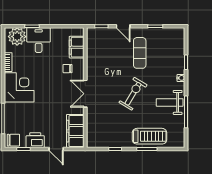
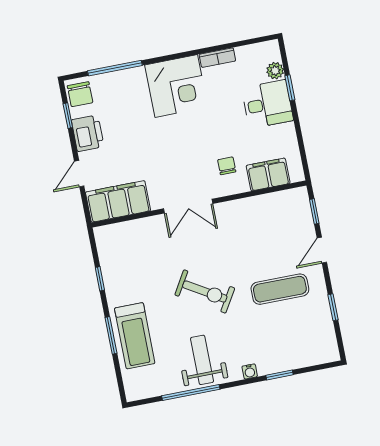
plant: (17, 37) -> (275, 71), width x0.53, depth x0.53
double door: (85, 94) -> (188, 206), swing flipped

